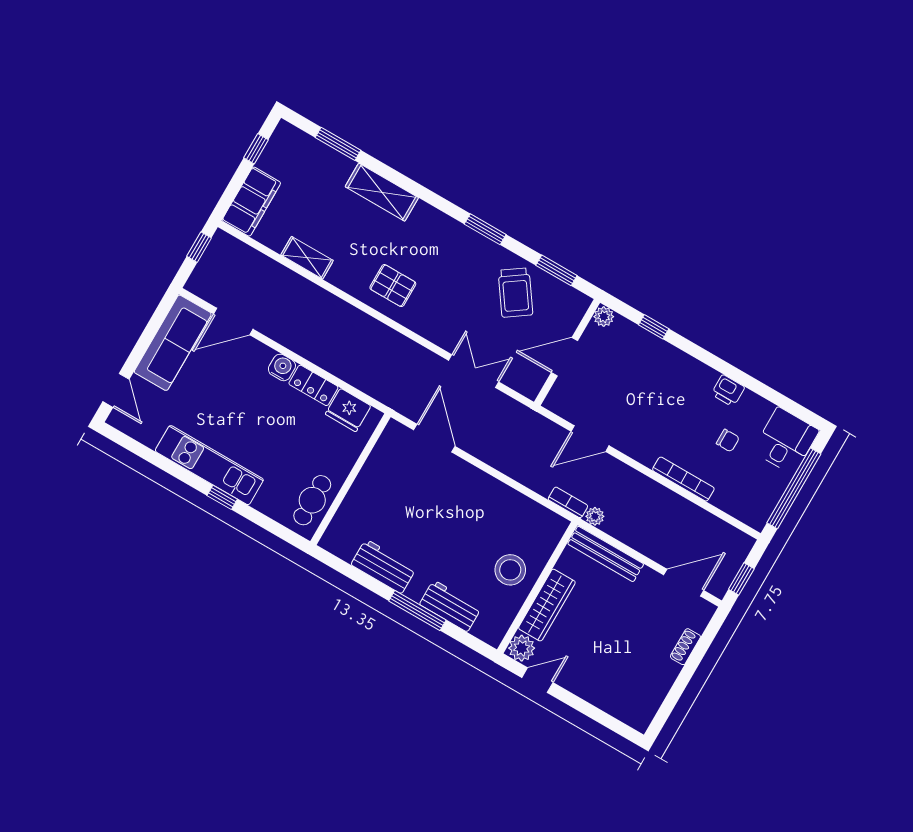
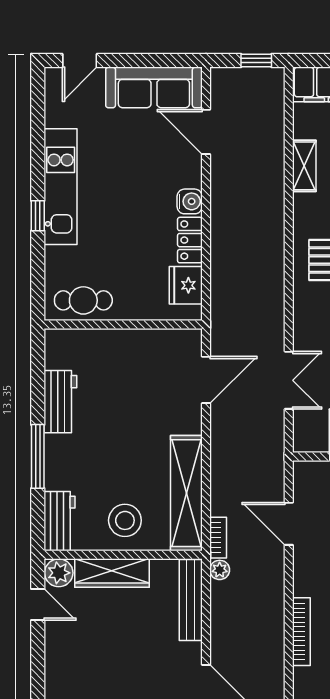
shelving: (517, 507) -> (186, 493), added
workbench: (450, 606) -> (60, 521), moved

